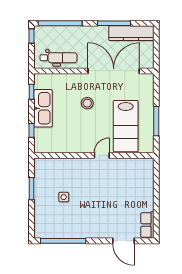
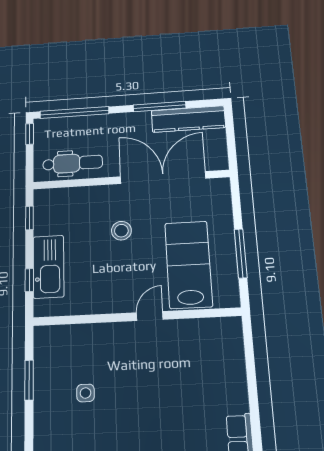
kitchen sink: (43, 108) -> (48, 267), moved
lab bench: (126, 126) -> (188, 264), turned 180

